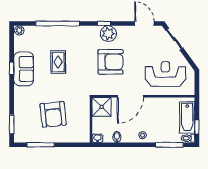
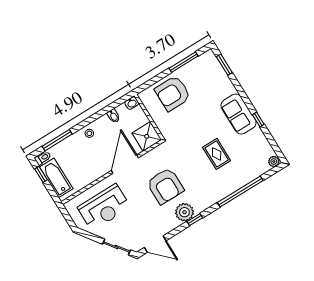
armchair: (110, 62) -> (165, 186), turned -90
sofa: (24, 69) -> (239, 114), moved
armchair: (53, 114) -> (173, 93), moved, turned -84

